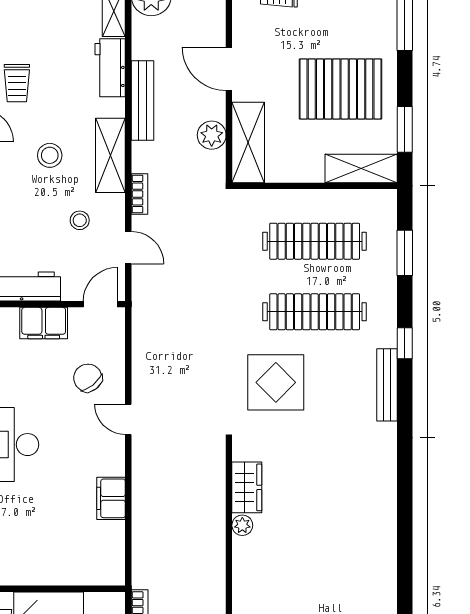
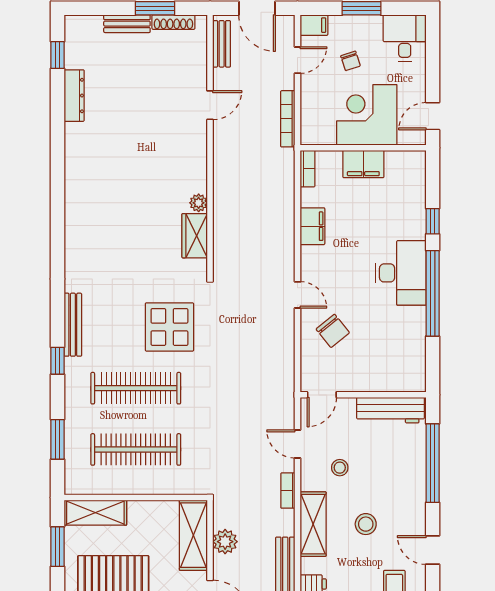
filing cabinet: (44, 323) -> (363, 164), moved, turned 180
bookcase: (117, 565) -> (308, 169), added

